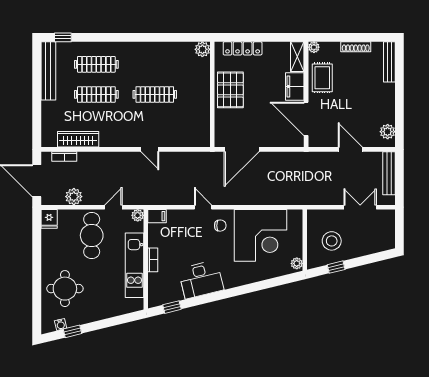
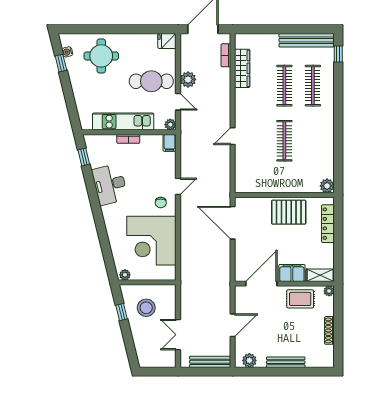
bench: (389, 62) -> (286, 362), moved
plant: (74, 197) -> (188, 79), moved
double door: (360, 207) -> (178, 335), swing flipped

